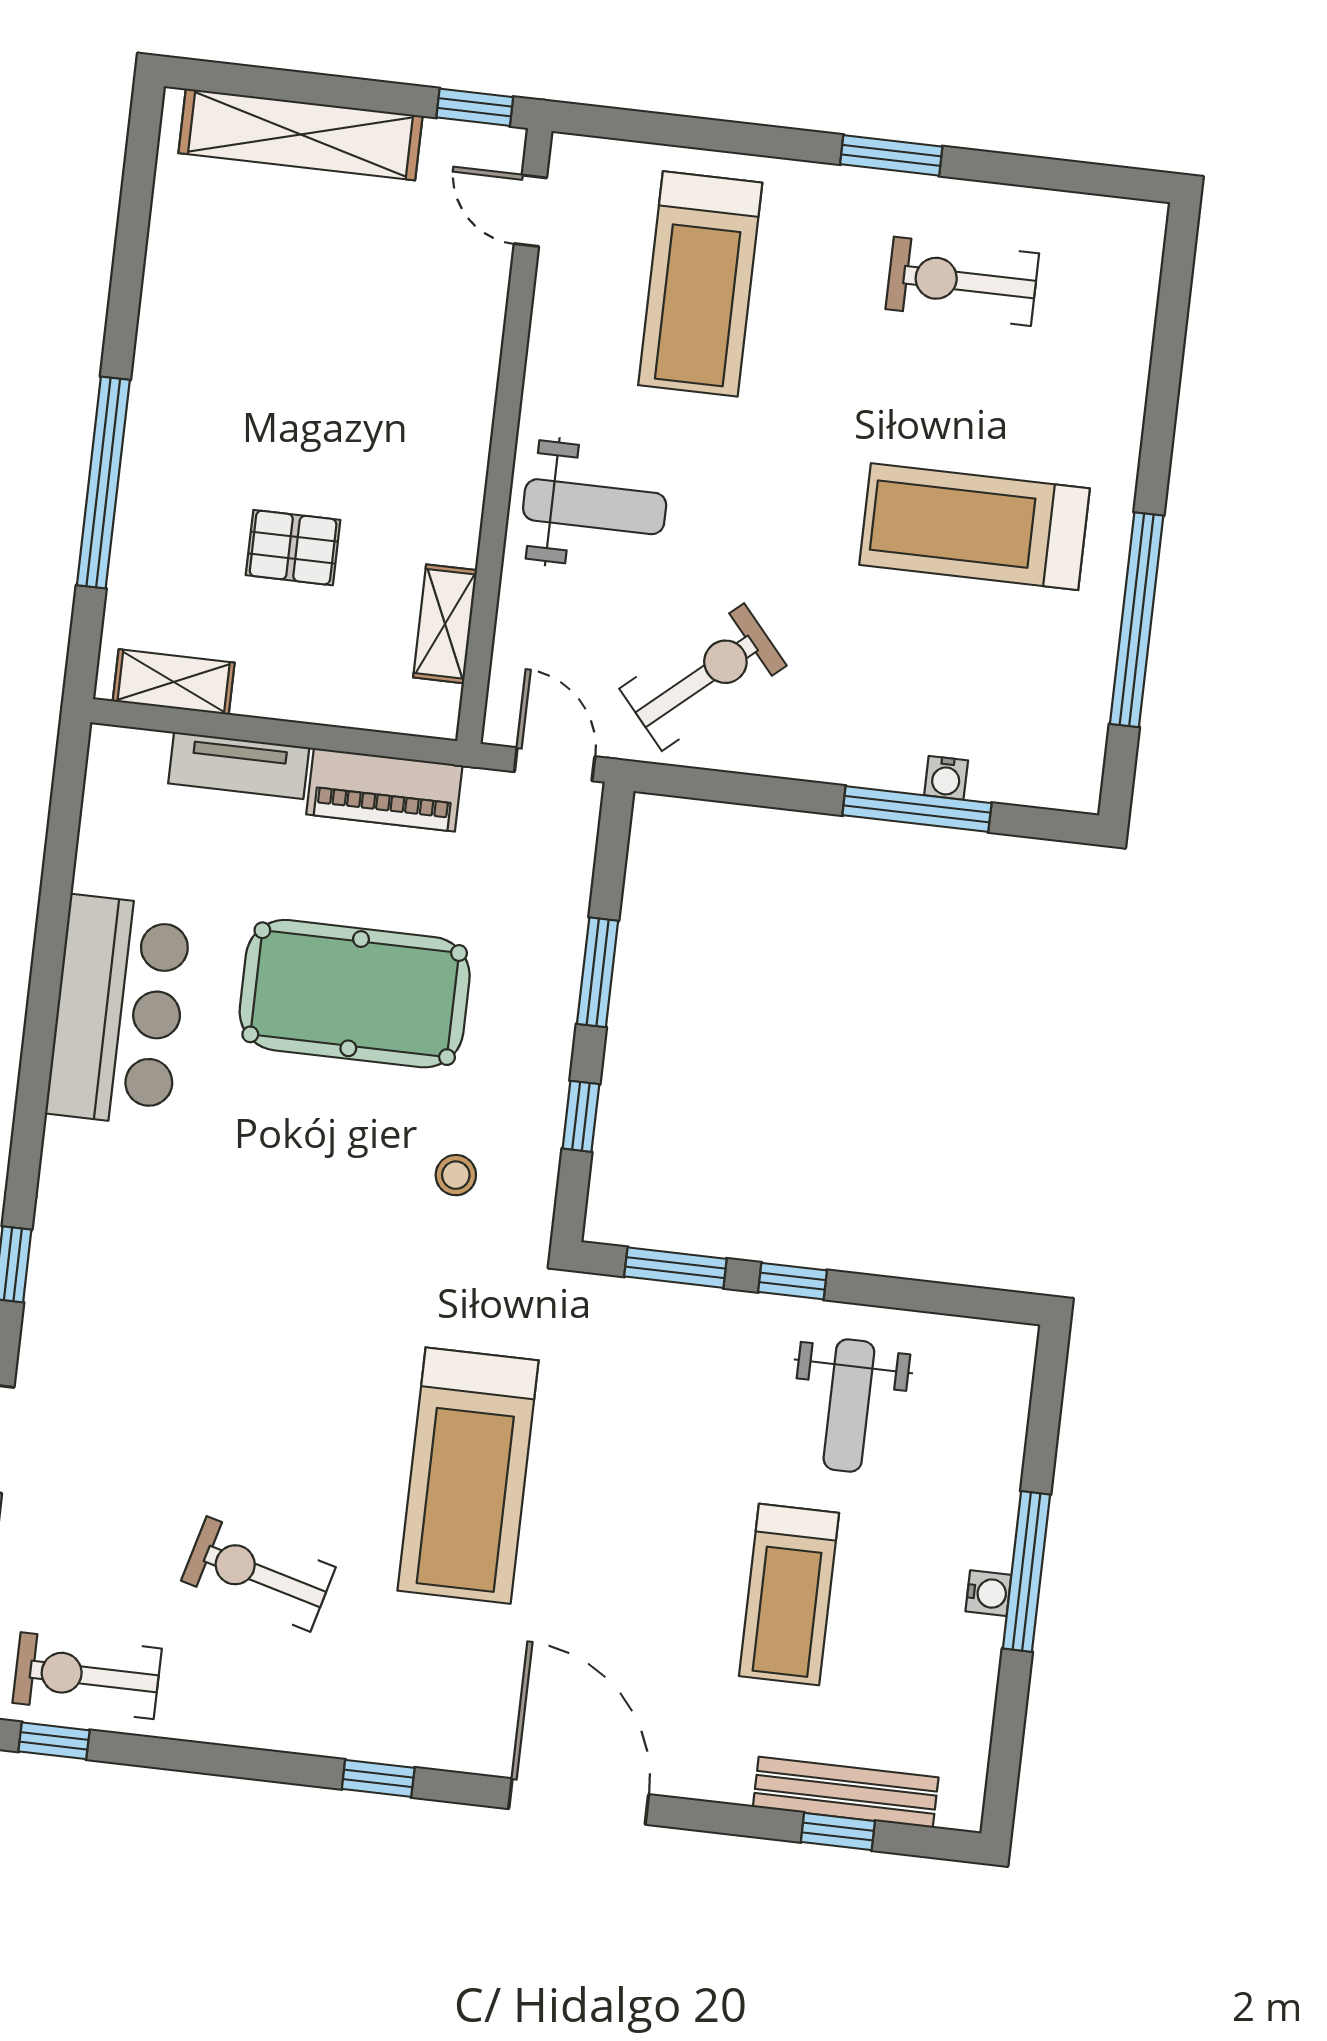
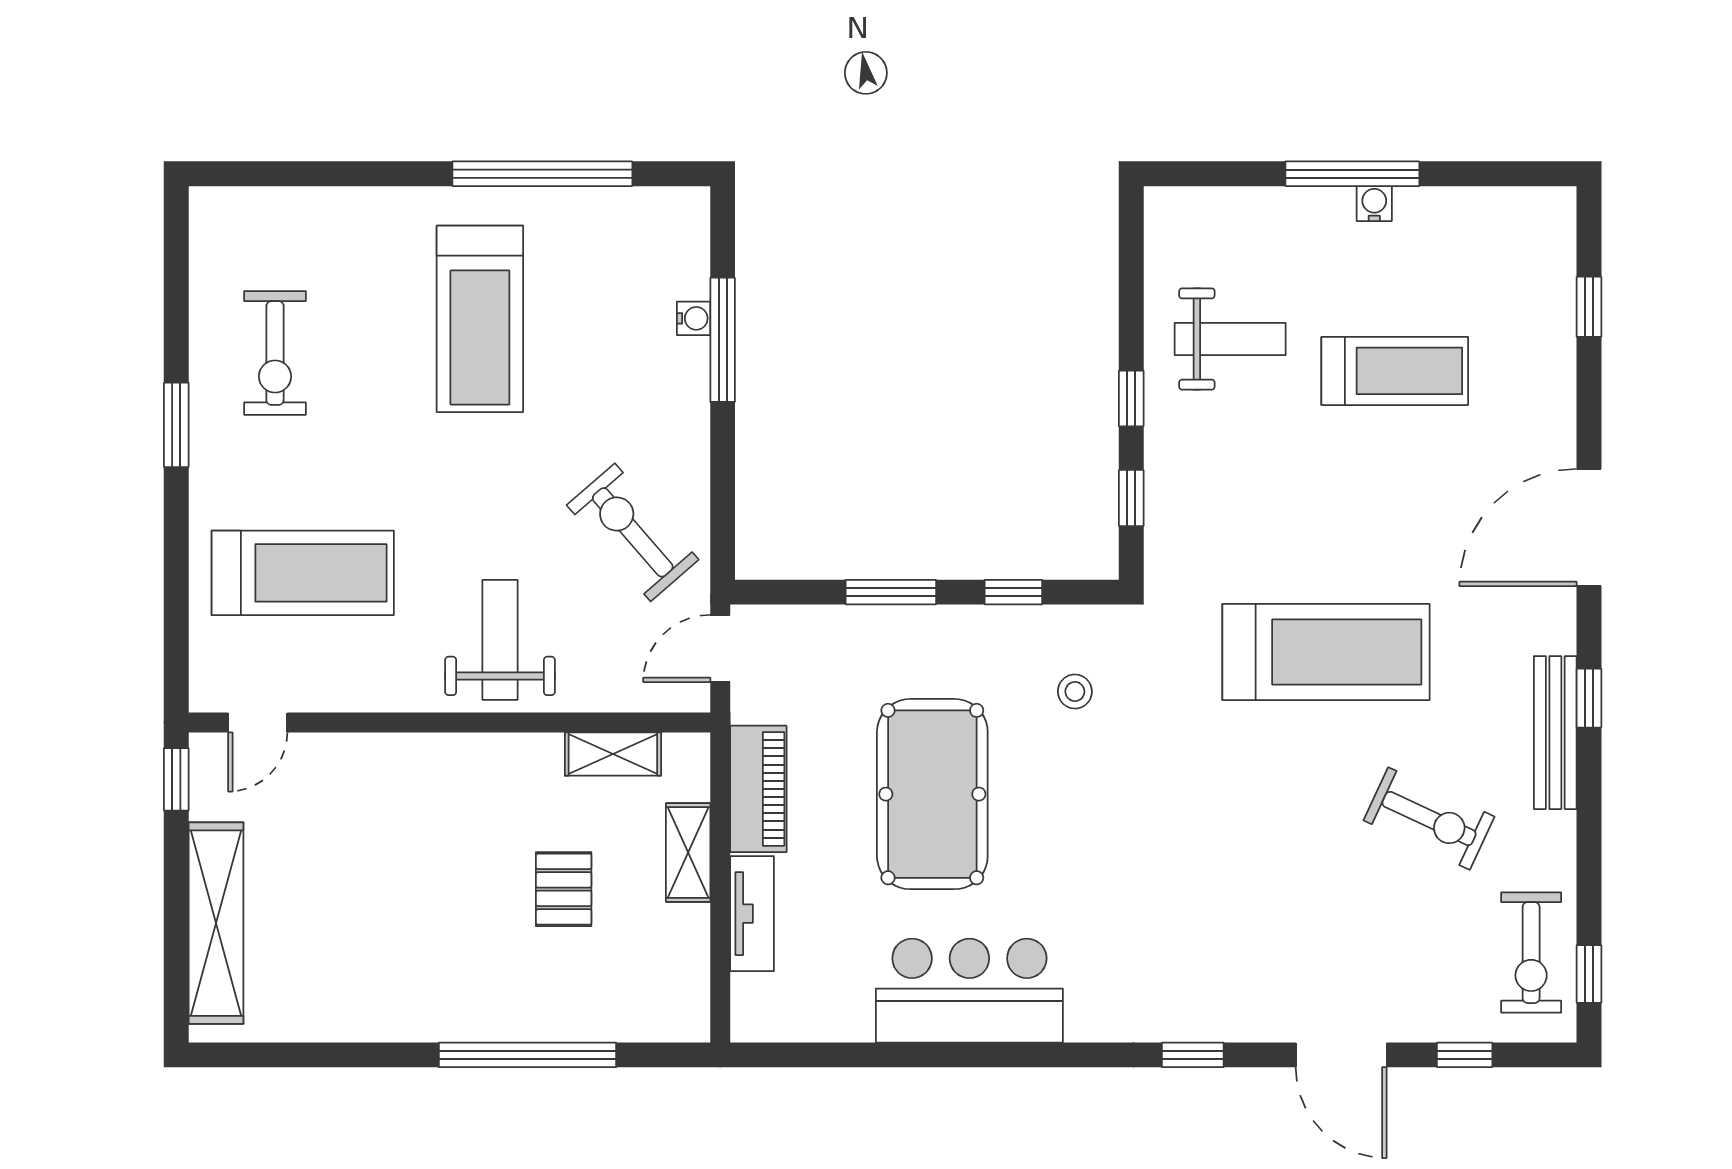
shelving: (174, 682) -> (688, 853), moved
window: (675, 1268) -> (1131, 498), width x0.67
exercise bike: (258, 1574) -> (1429, 818), turned -80
bench: (846, 1792) -> (1555, 733), moved

